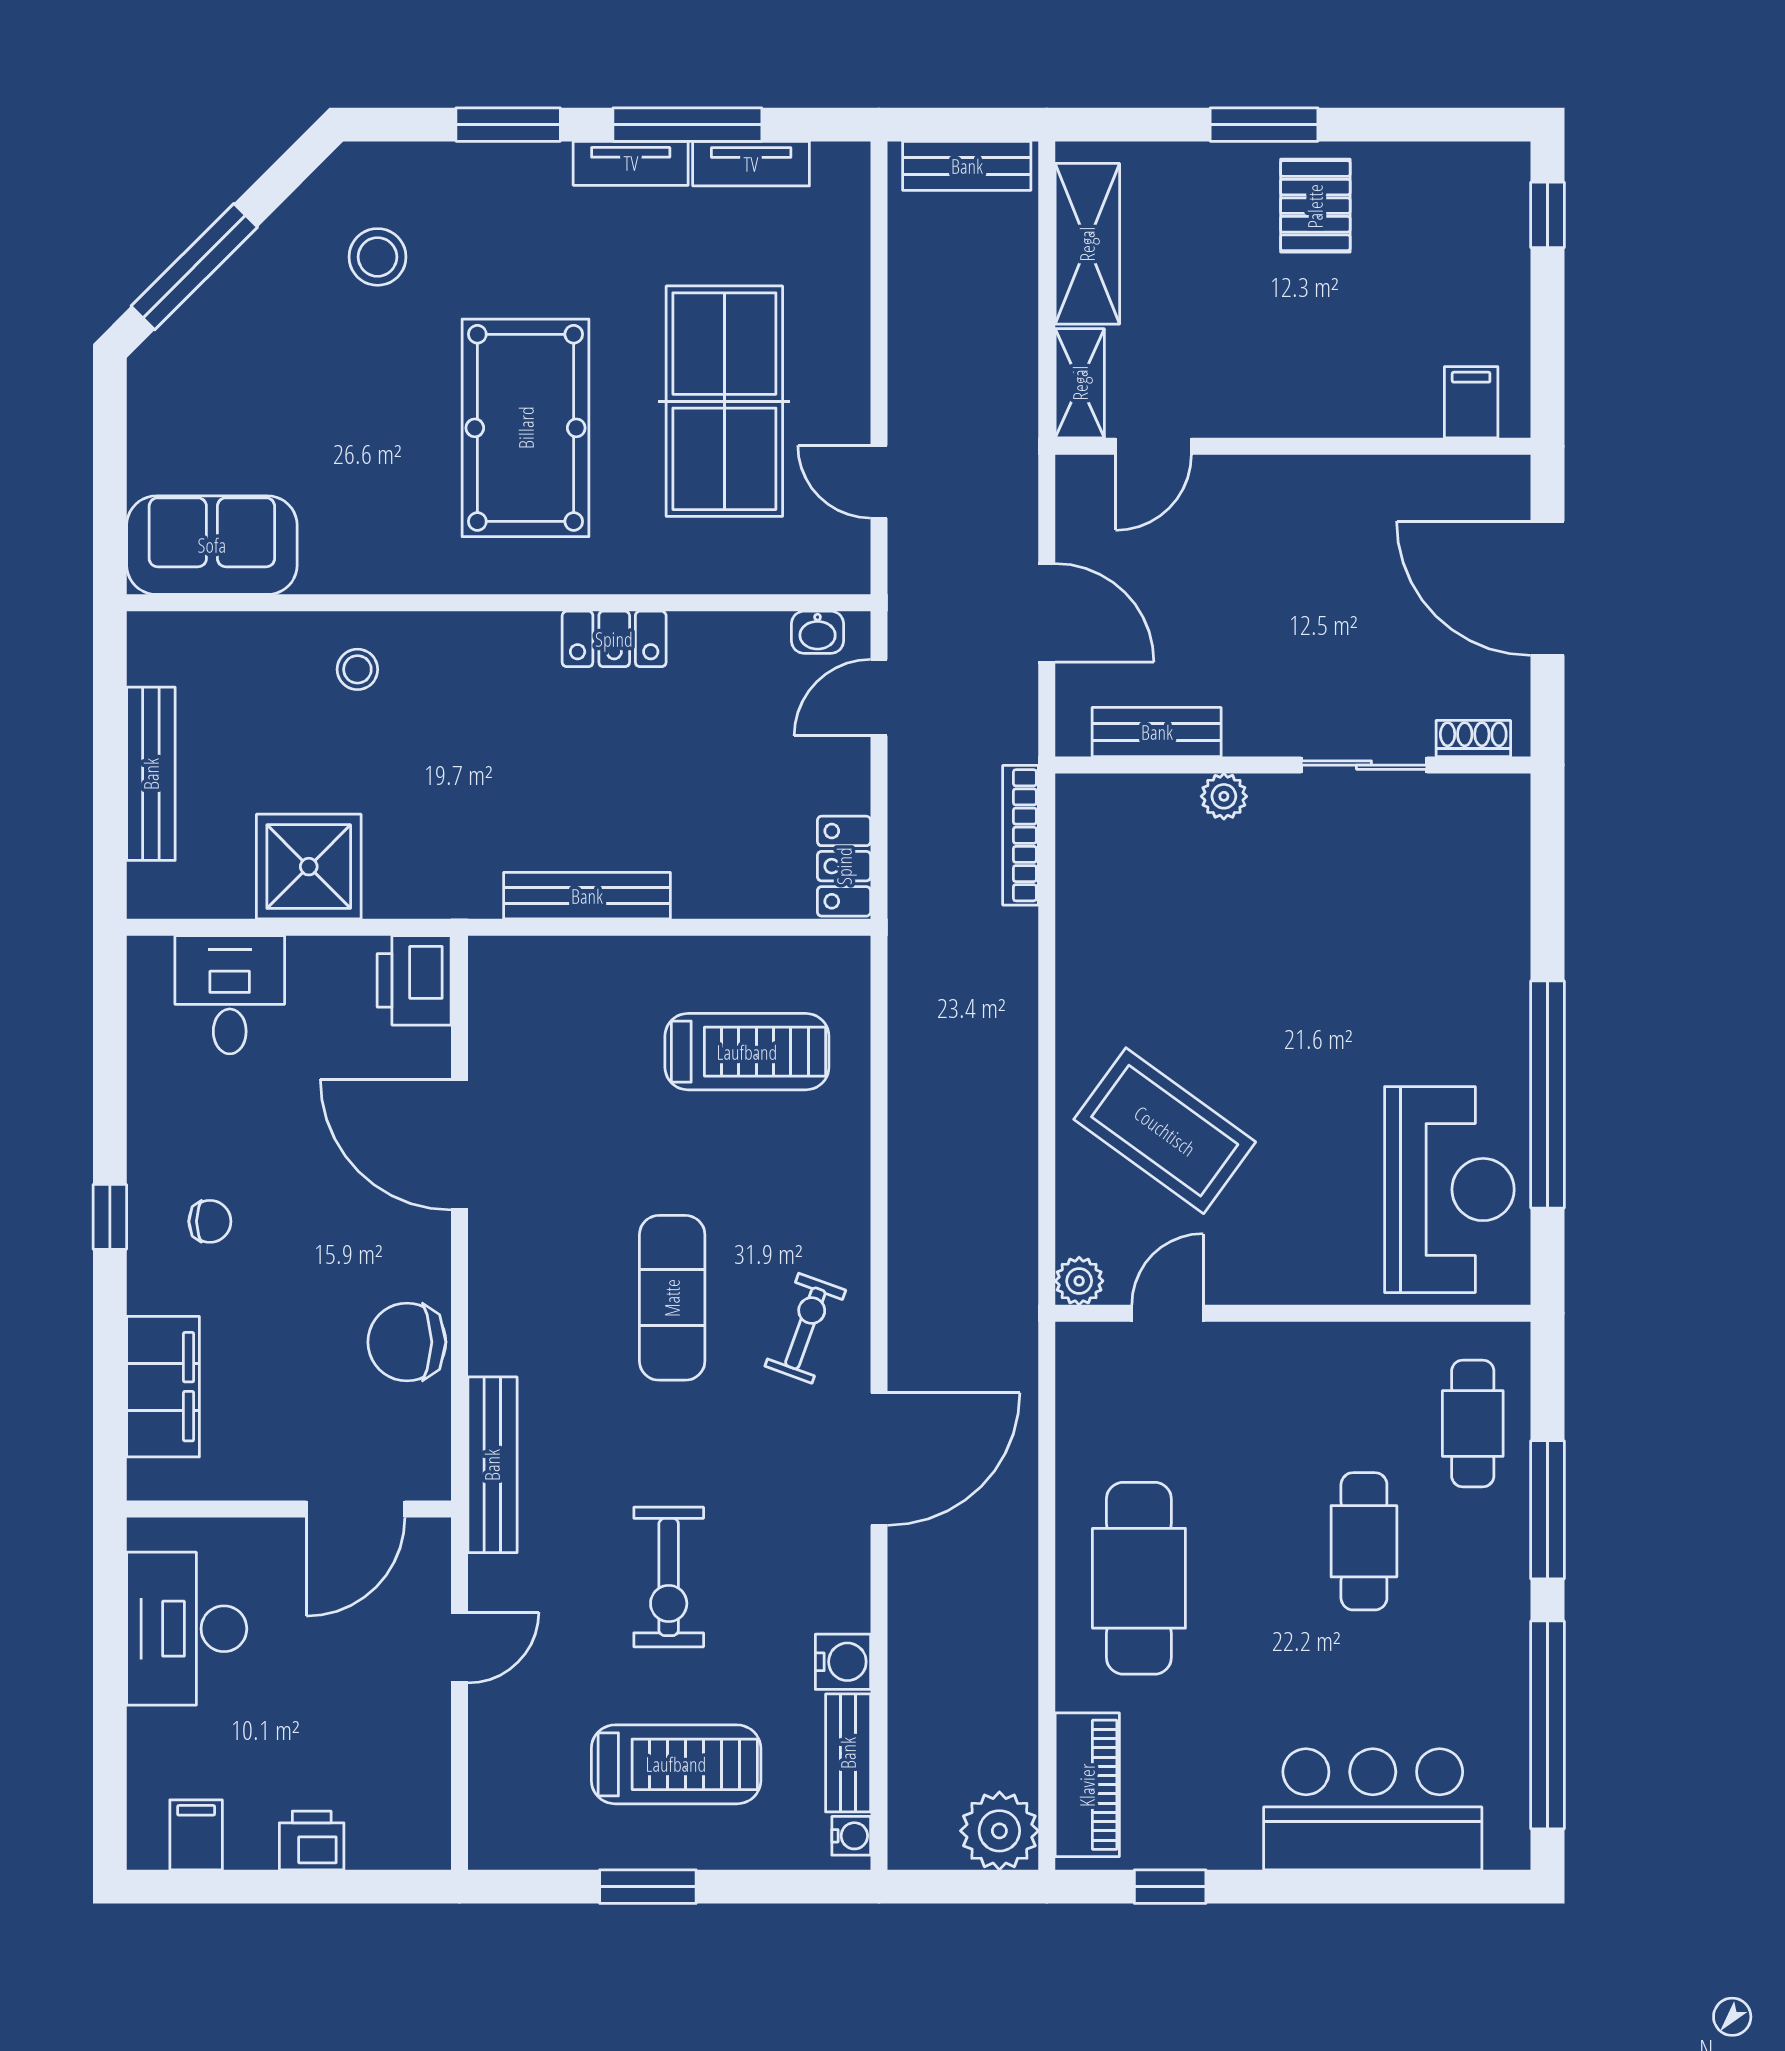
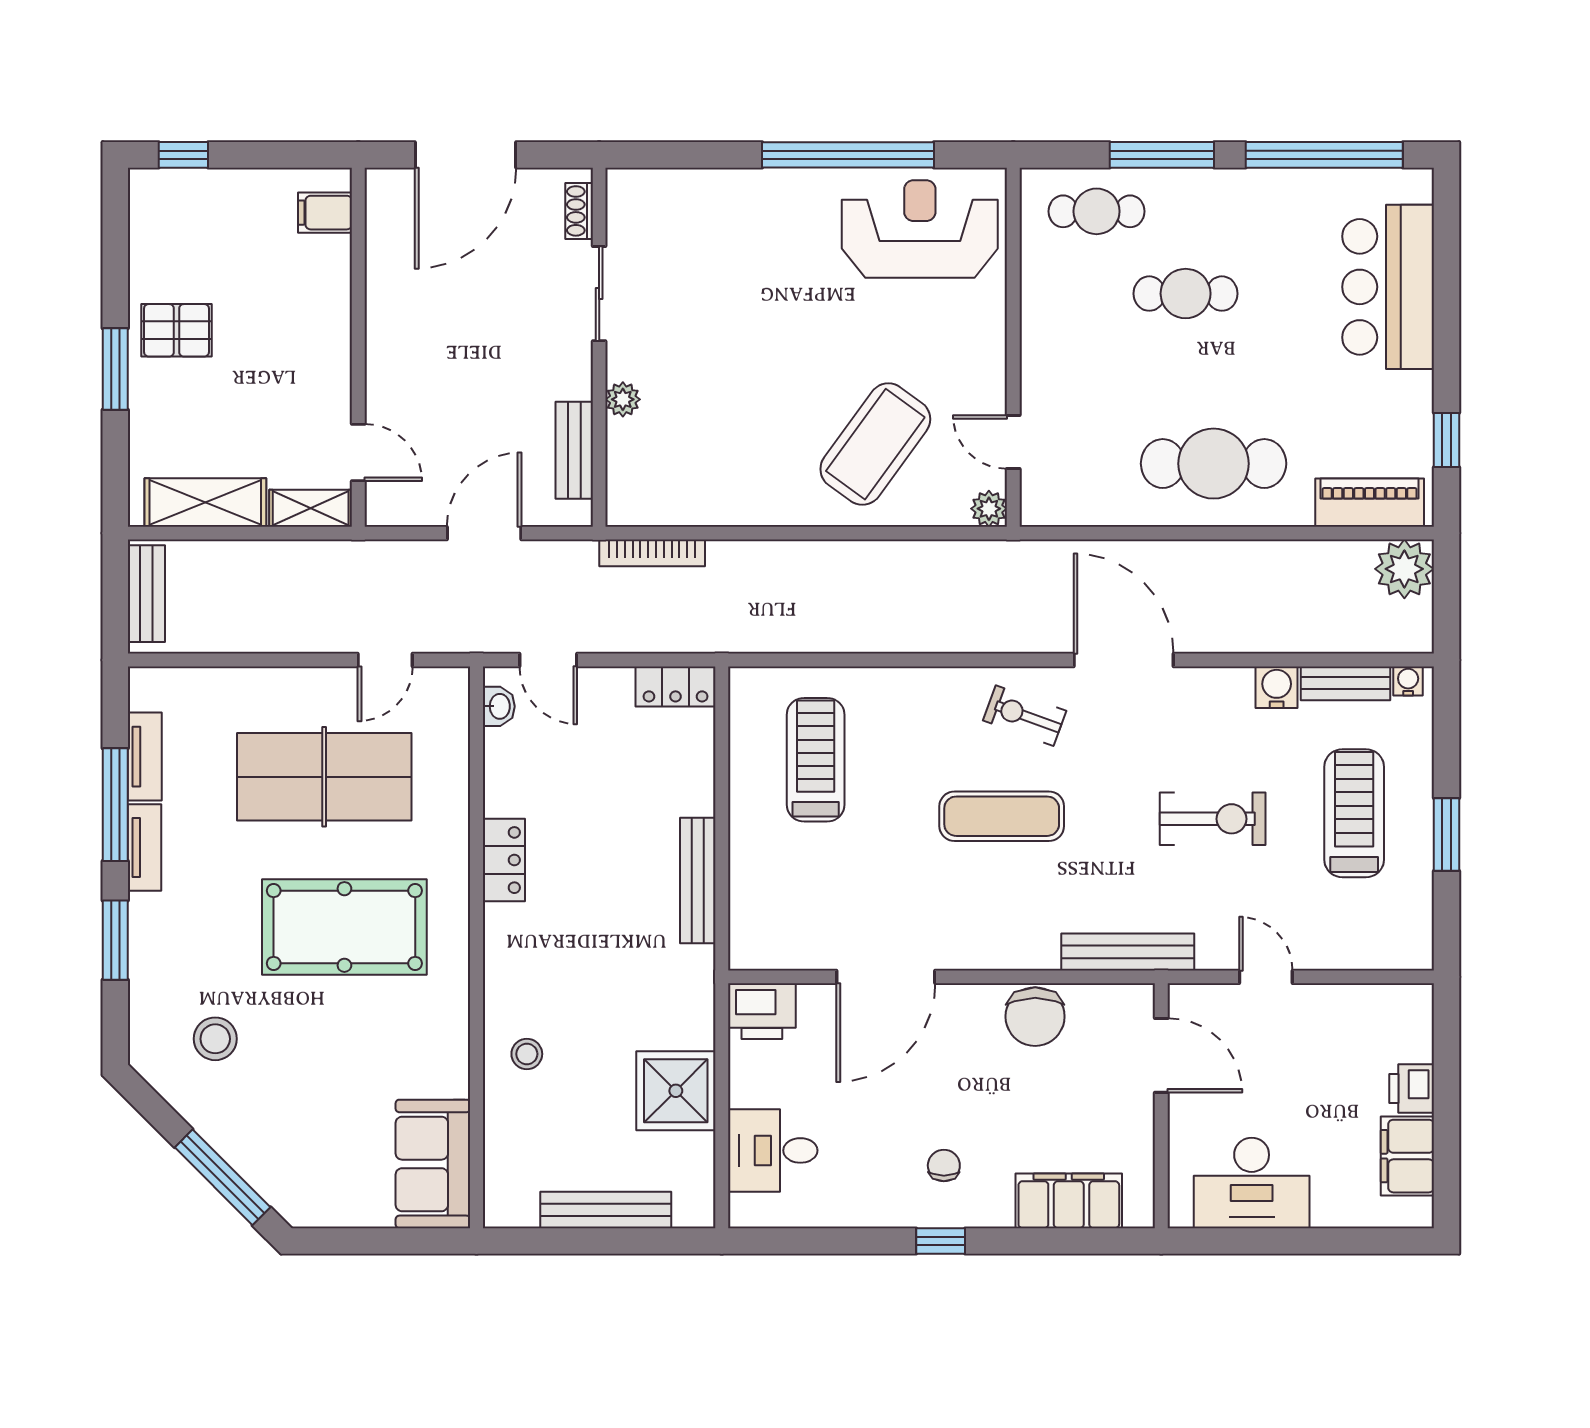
filing cabinet: (196, 1835) -> (1407, 1156), width x2.00

